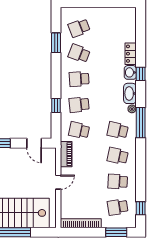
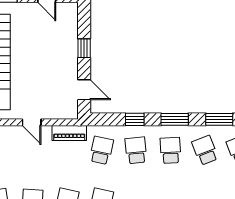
school desk: (79, 53) -> (205, 150), turned -42
window: (56, 76) -> (175, 119), added
door: (34, 143) -> (84, 90), swing flipped

